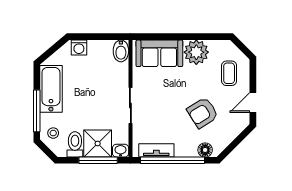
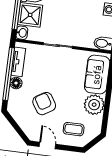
floor lamp: (205, 150) -> (16, 83), moved

